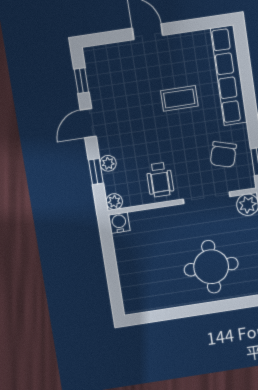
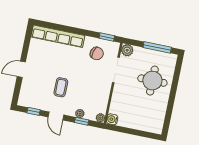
coffee table: (179, 98) -> (61, 87), moved
wheelchair: (160, 180) -> (98, 90), removed

